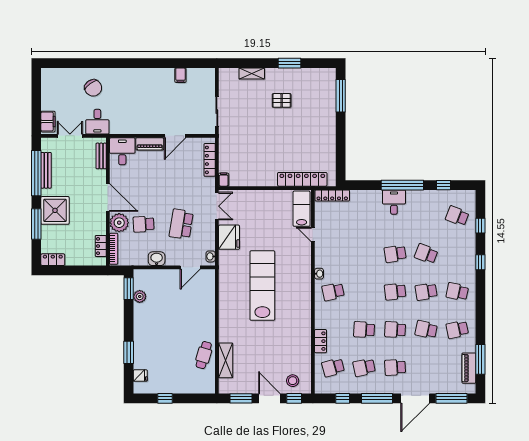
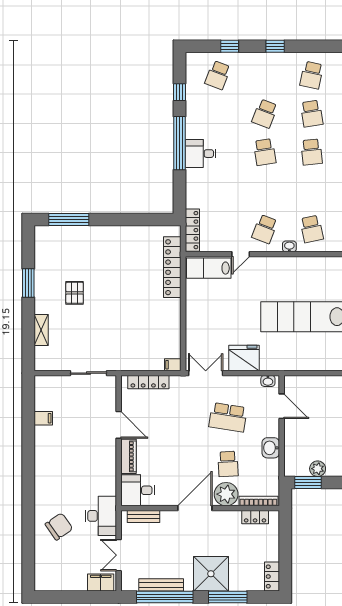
desk: (97, 122) -> (101, 516), width x1.37
school desk: (333, 254) -> (265, 229), added

